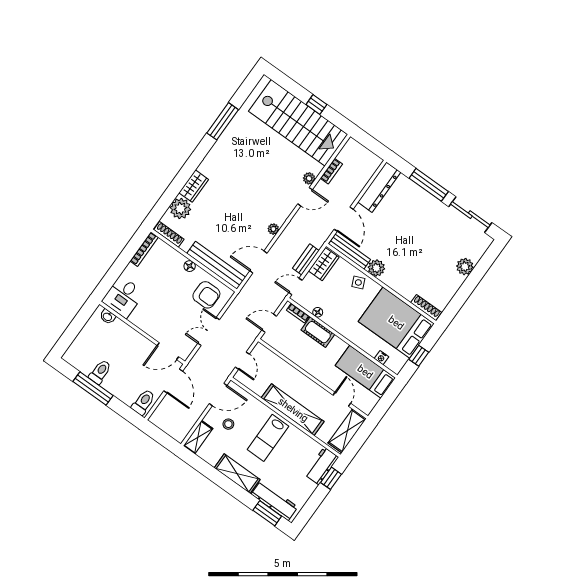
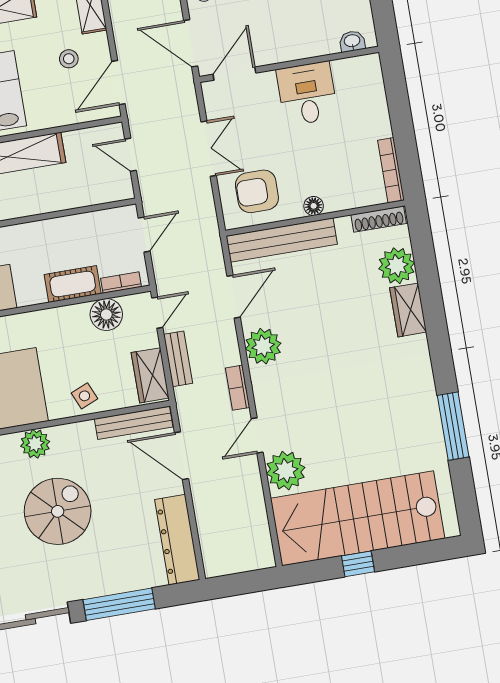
bookcase: (331, 171) -> (238, 388), moved
plant: (309, 178) -> (286, 471), width x1.88, depth x1.88
plant: (273, 229) -> (263, 346), width x1.88, depth x1.88
spiral stairs: (416, 247) -> (58, 511), added
plant: (376, 268) -> (35, 444), moved
desk: (123, 297) -> (307, 94), moved
floor lamp: (318, 312) -> (106, 314), width x1.89, depth x1.89

